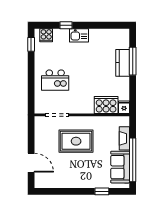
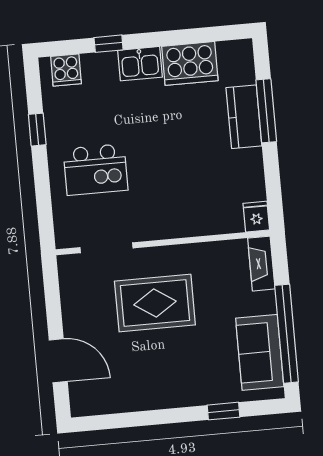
window: (31, 44) -> (37, 130), moved
cooker: (106, 105) -> (190, 63), moved, turned 180
fireplace: (124, 138) -> (261, 264), moved

